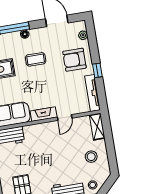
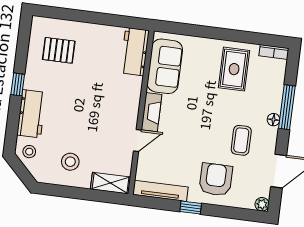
plant: (83, 35) -> (262, 204), moved
coffee table: (36, 59) -> (241, 140), moved
door: (65, 118) -> (137, 140), swing flipped

